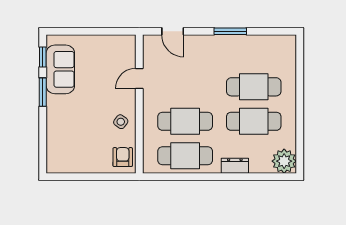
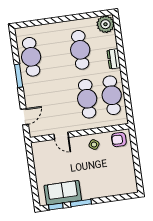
cafe table: (254, 87) -> (31, 57), moved

